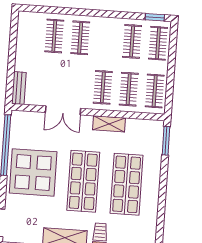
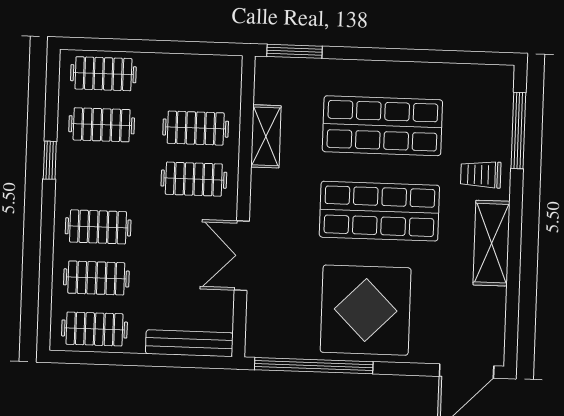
window: (155, 17) -> (50, 160), moved
bench: (19, 88) -> (189, 343), width x1.36
clothes rail: (155, 91) -> (94, 329), moved
double door: (63, 110) -> (242, 256), swing flipped
shelving: (109, 124) -> (266, 136), moved

